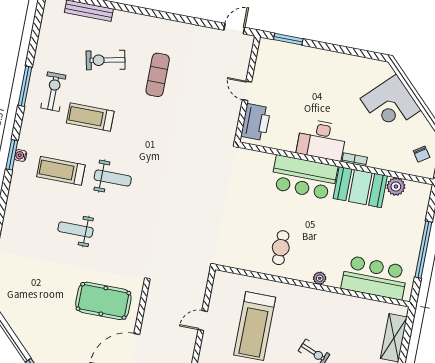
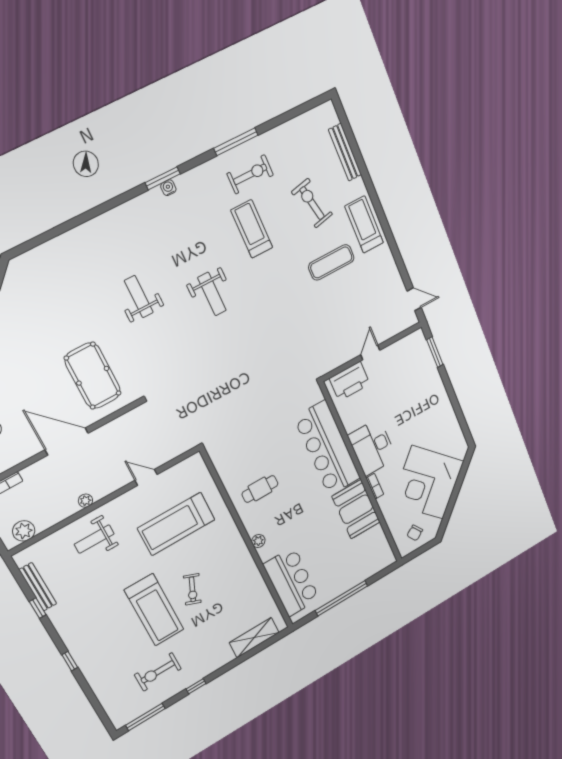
corner desk: (391, 104) -> (428, 482), width x1.36, depth x1.36
treadmill: (61, 171) -> (364, 224), moved
bar counter: (304, 177) -> (327, 448), width x1.36
plant: (396, 187) -> (376, 536), removed

